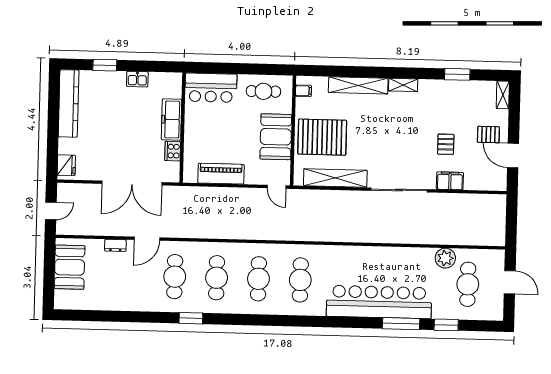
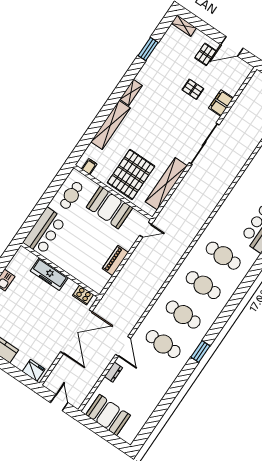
cooker: (173, 151) -> (83, 295), moved
piano: (221, 174) -> (115, 261), width x0.73, depth x0.75

